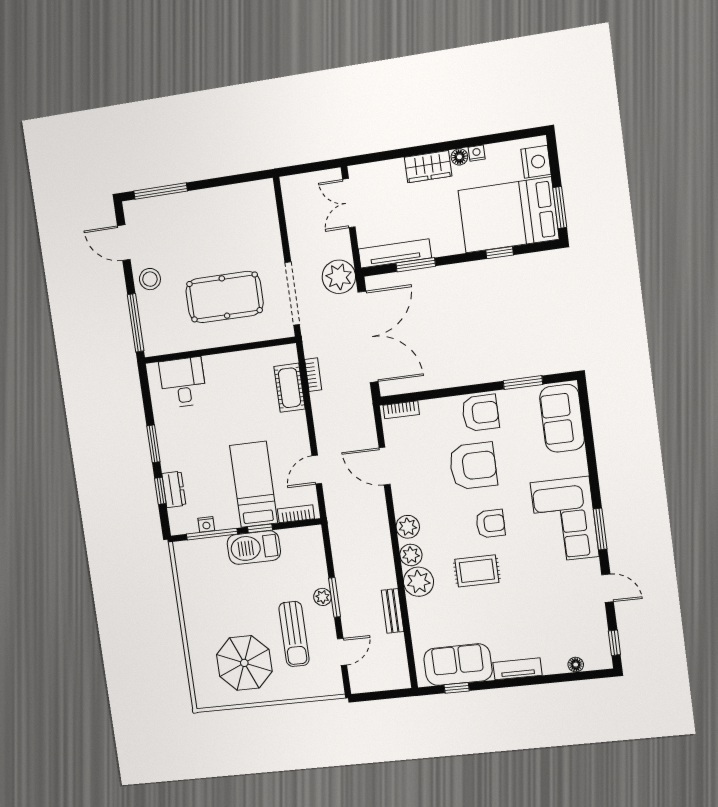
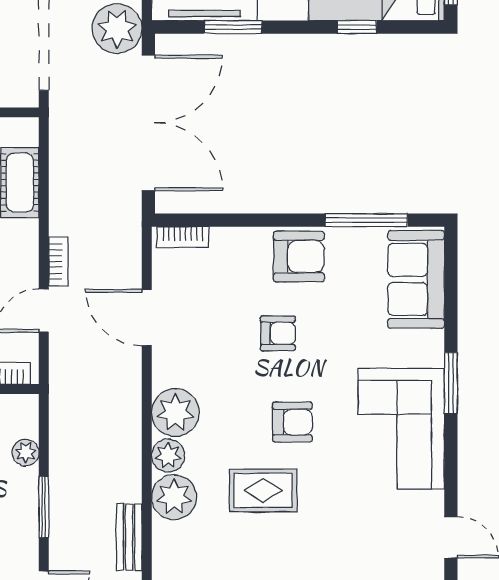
bookcase: (313, 375) -> (58, 262), moved
window: (523, 383) -> (366, 220), width x1.44
armchair: (473, 466) -> (278, 333), width x0.53, depth x0.53
plant: (408, 527) -> (175, 413), width x1.36, depth x1.36
window: (600, 529) -> (451, 383), moved
plant: (322, 597) -> (26, 452), moved

